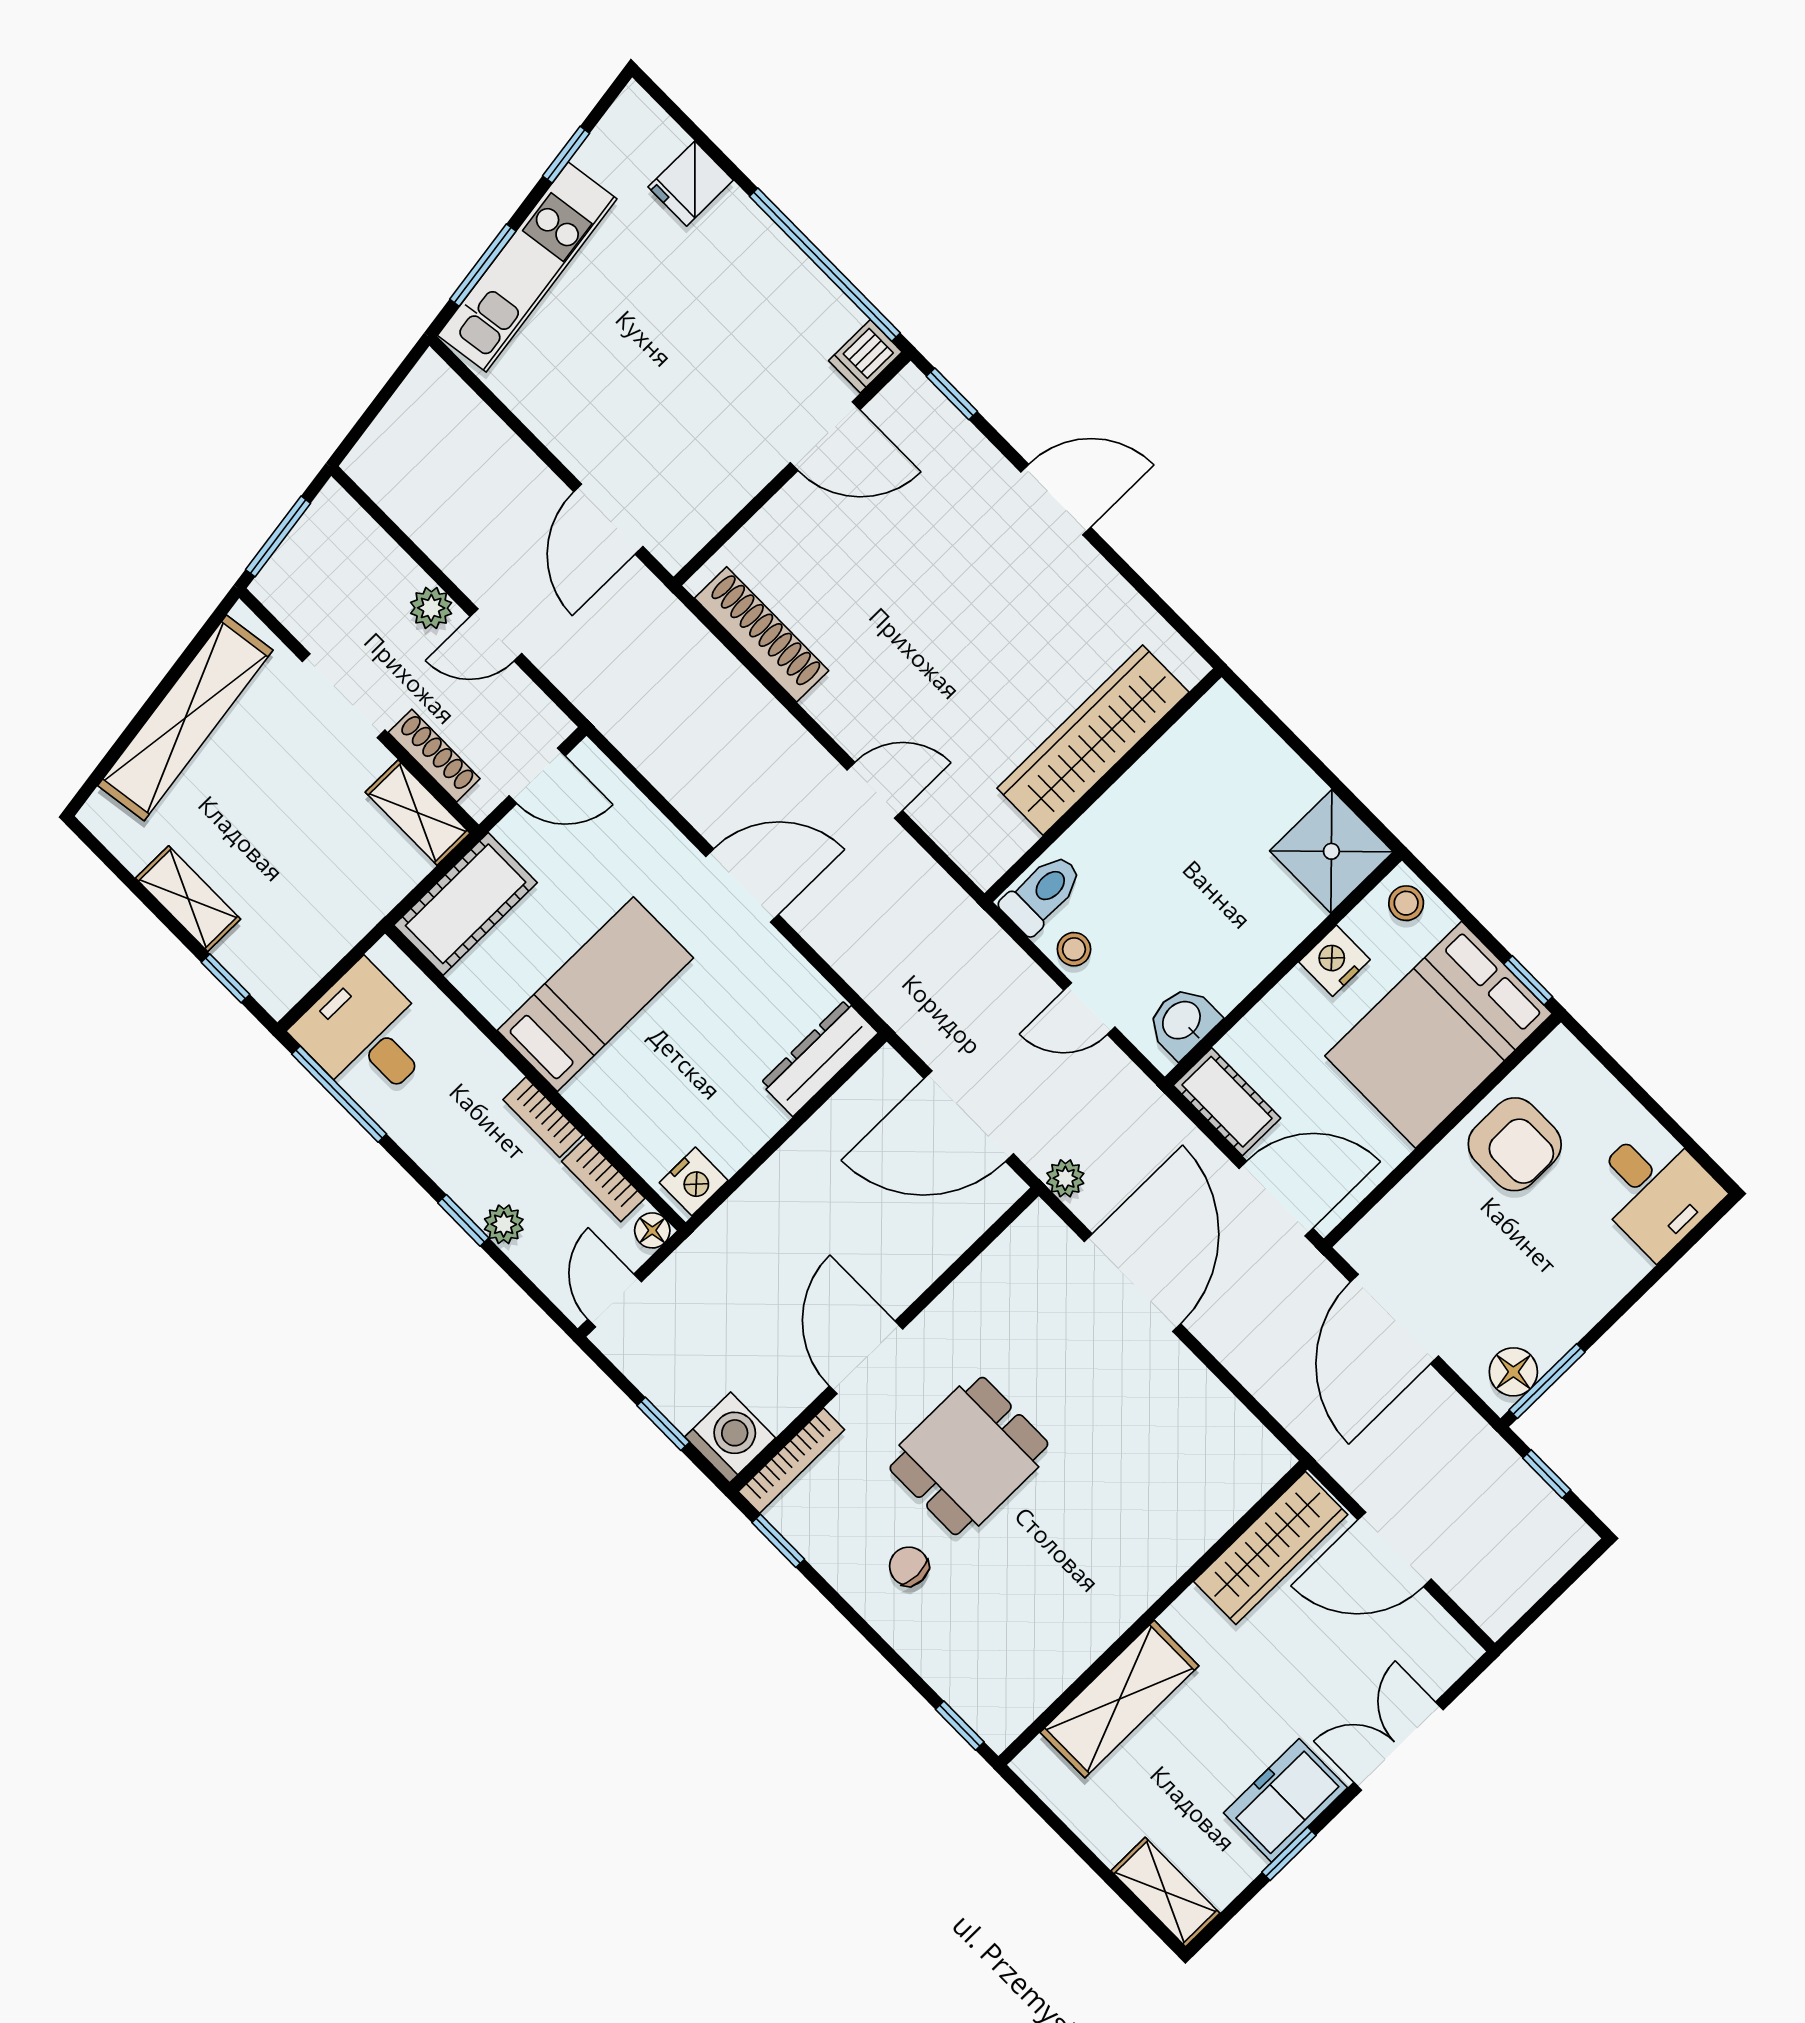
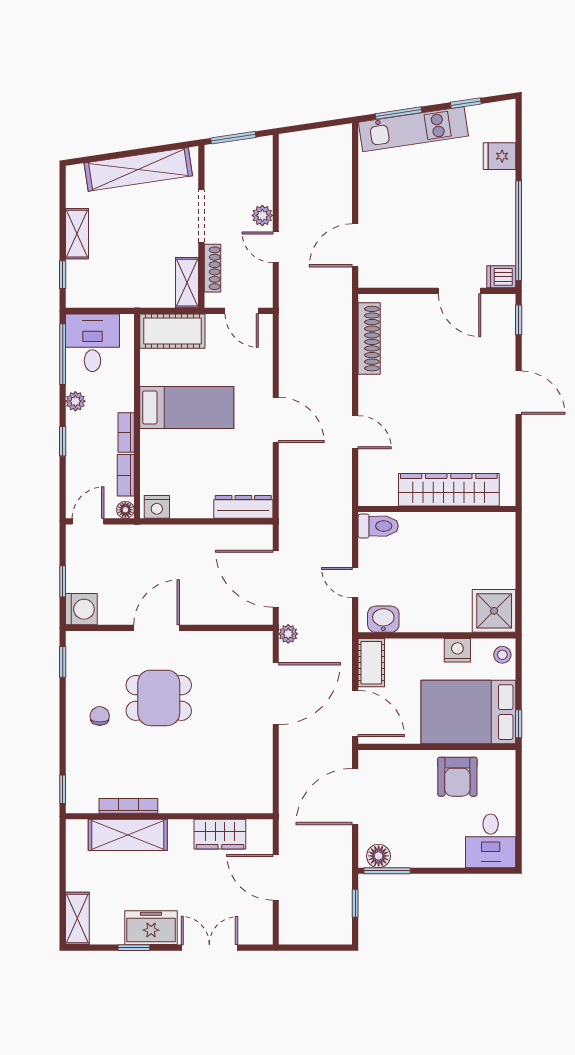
stool: (1074, 949) -> (370, 556), removed
plant: (504, 1224) -> (75, 401), moved
bookcase: (791, 1461) -> (128, 806), moved, turned 180
wardrobe: (1271, 1548) -> (220, 834), width x0.67

